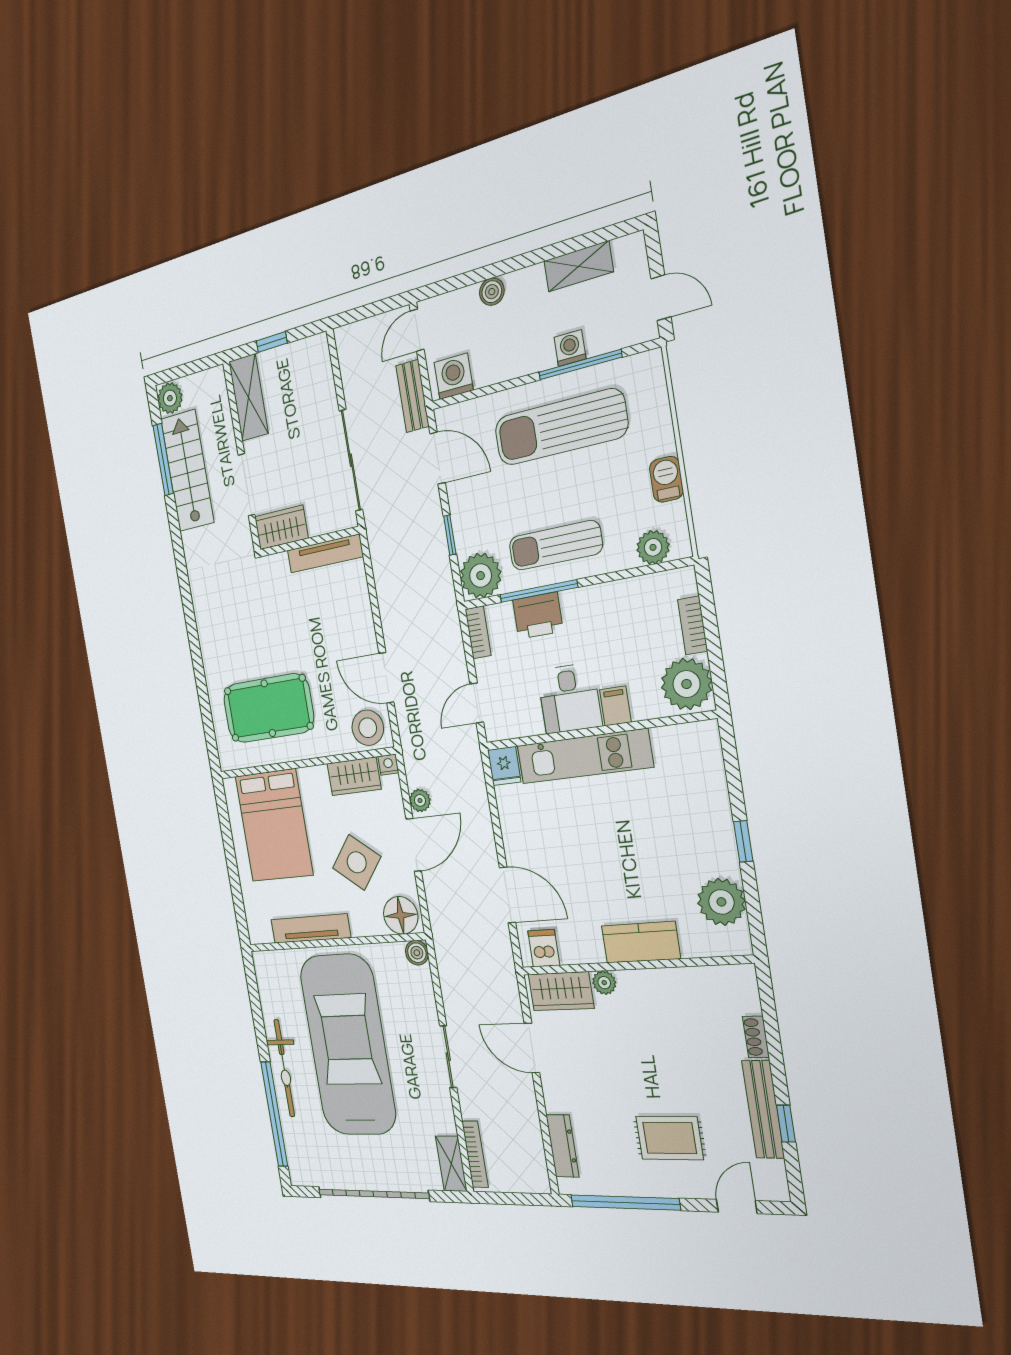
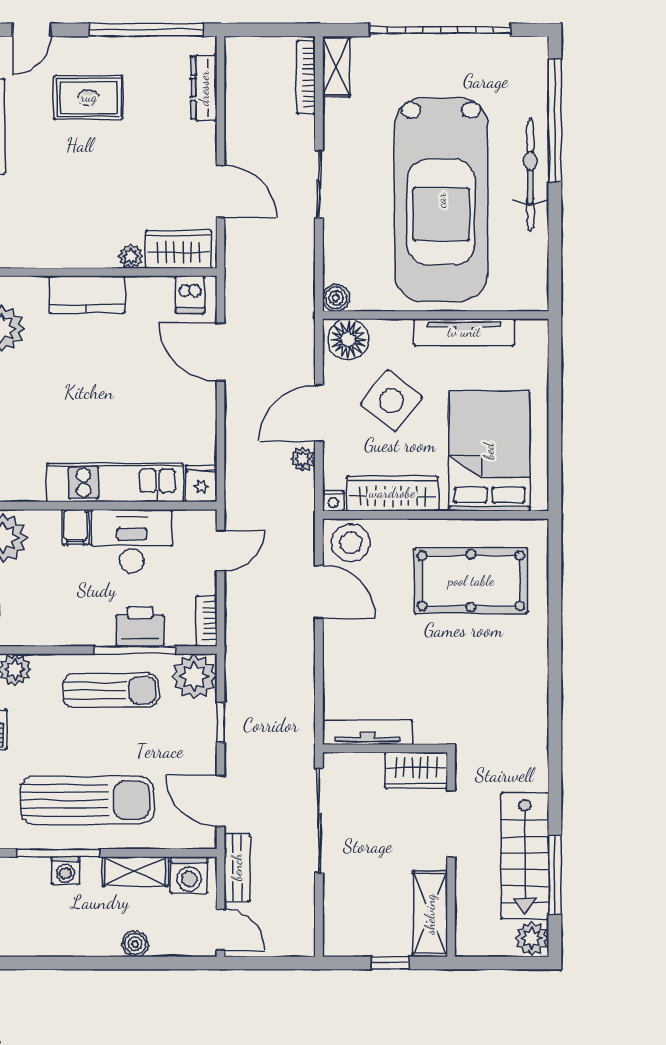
shelving: (579, 266) -> (135, 871), moved
door: (417, 330) -> (220, 929), hinge flipped
desk: (569, 698) -> (132, 541), width x1.37
wardrobe: (354, 776) -> (392, 493), width x1.50

